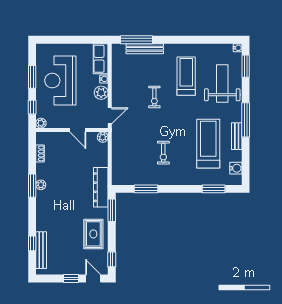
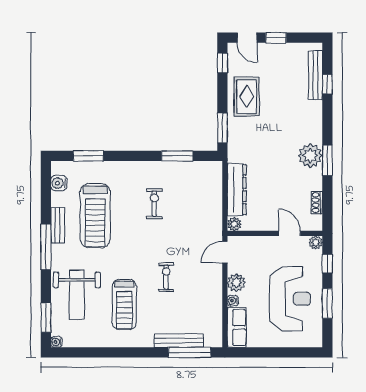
door: (78, 130) -> (290, 233), moved
plant: (41, 185) -> (310, 156), width x1.88, depth x1.88
dresser: (101, 187) -> (237, 190), moved

